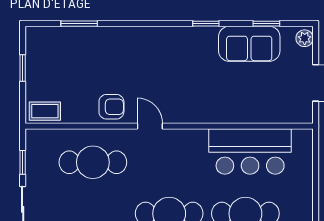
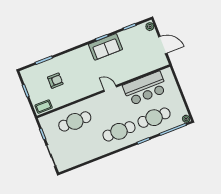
sofa: (249, 44) -> (105, 47), moved
armchair: (111, 107) -> (55, 81), moved
door: (150, 126) -> (110, 89), moved

